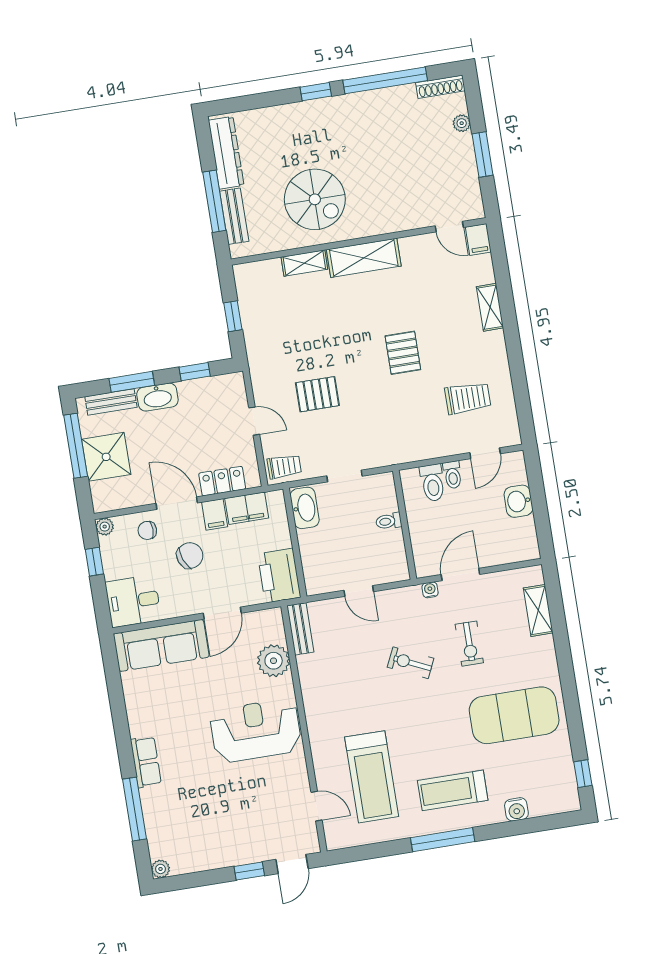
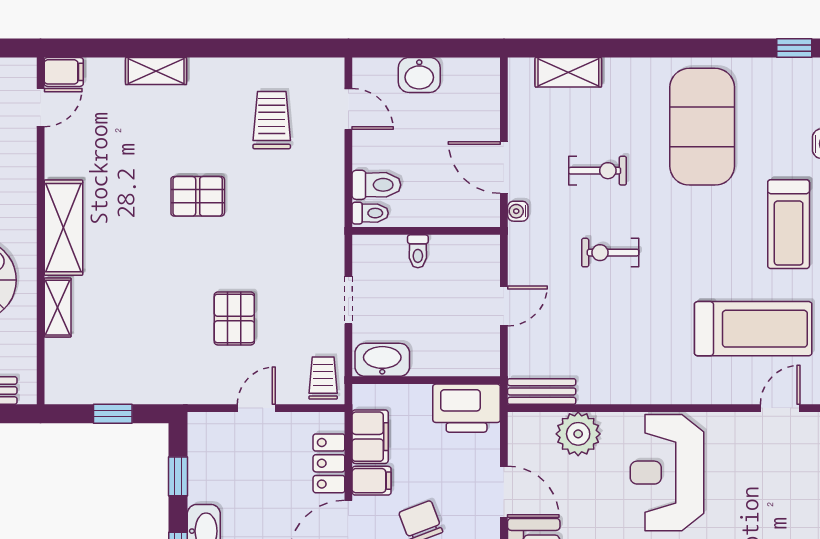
toilet: (453, 475) -> (370, 213), moved
exercise bike: (411, 663) -> (610, 253), turned 65

